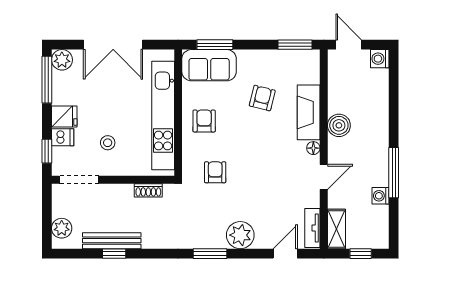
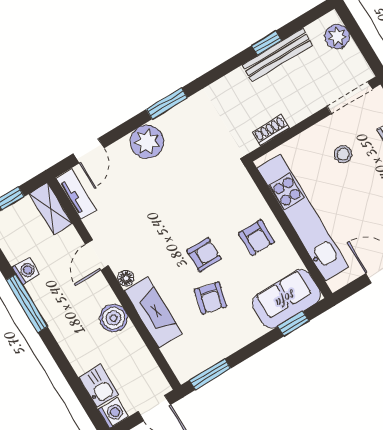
window: (215, 45) -> (293, 324), width x0.67
kitchen sink: (378, 84) -> (99, 386), added
armchair: (215, 172) -> (204, 255), moved, turned -90

